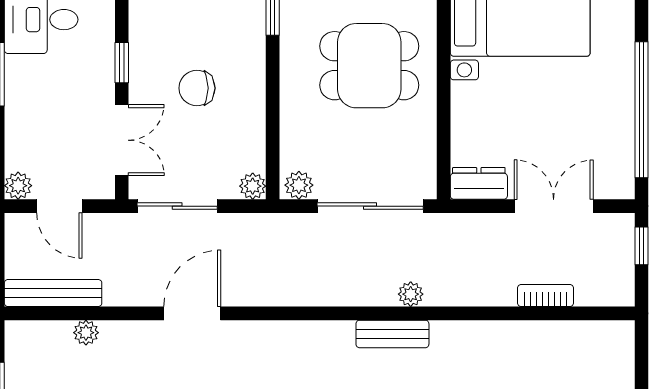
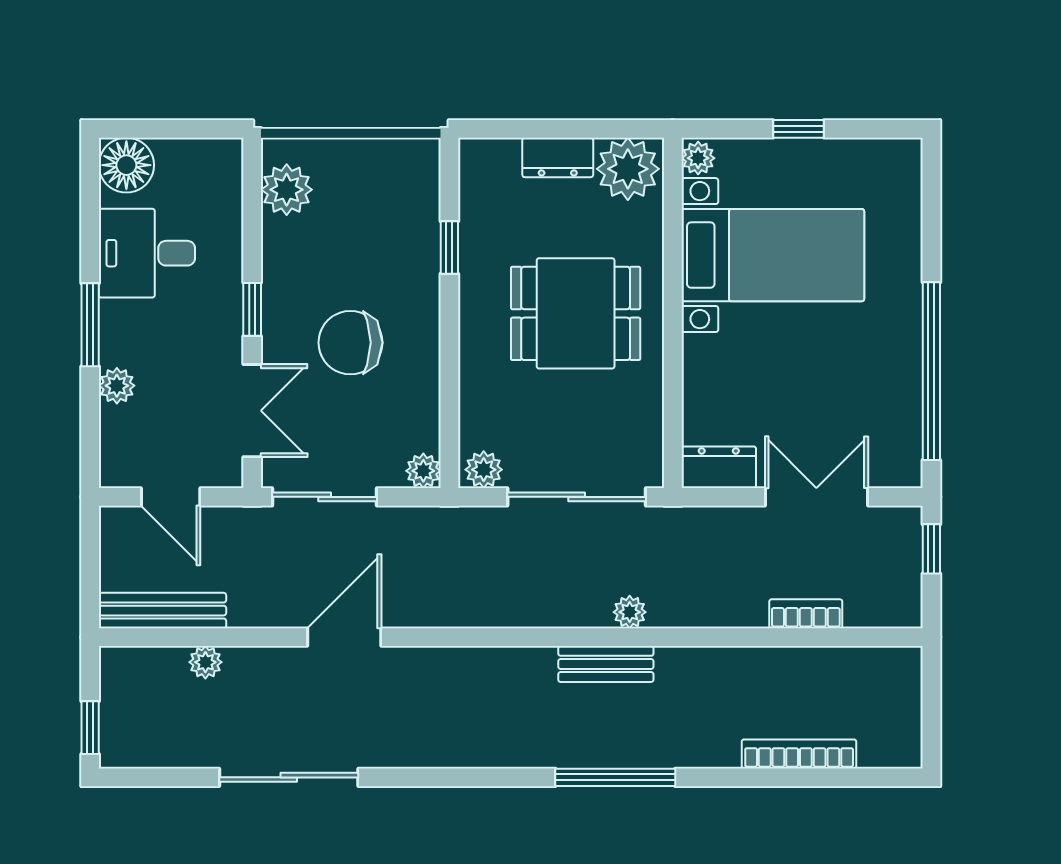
chair: (197, 88) -> (350, 343), width x1.37, depth x1.37
plant: (18, 186) -> (117, 386), moved

